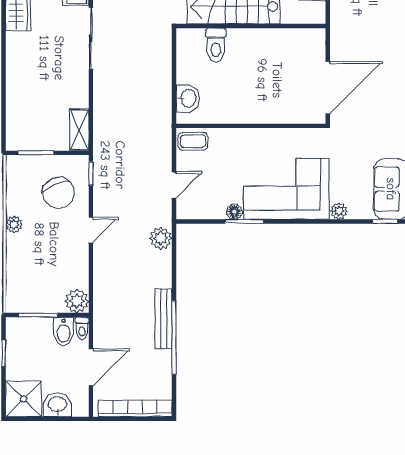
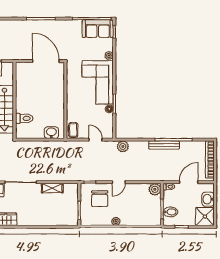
shelving: (79, 130) -> (52, 188), moved
chair: (59, 193) -> (100, 199), turned 114
door: (91, 230) -> (119, 182), swing flipped
bidet: (64, 331) -> (170, 212), moved
door: (91, 367) -> (189, 182), hinge flipped

